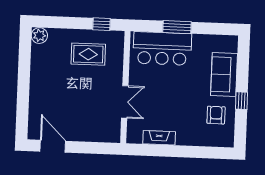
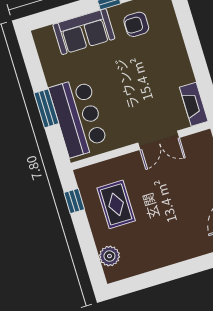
plant: (39, 36) -> (109, 256), moved
double door: (125, 102) -> (159, 140), swing flipped
fireplace: (159, 138) -> (194, 104), moved

